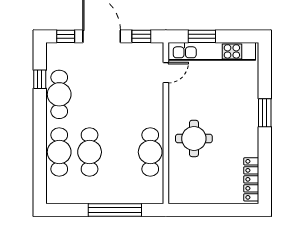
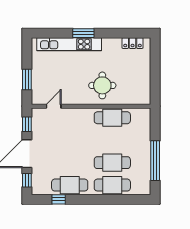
kitchen unit: (212, 51) -> (69, 44), moved, turned 90
door: (166, 73) -> (54, 106), hinge flipped
locker: (251, 179) -> (133, 43), width x0.66
window: (115, 210) -> (155, 161), moved

